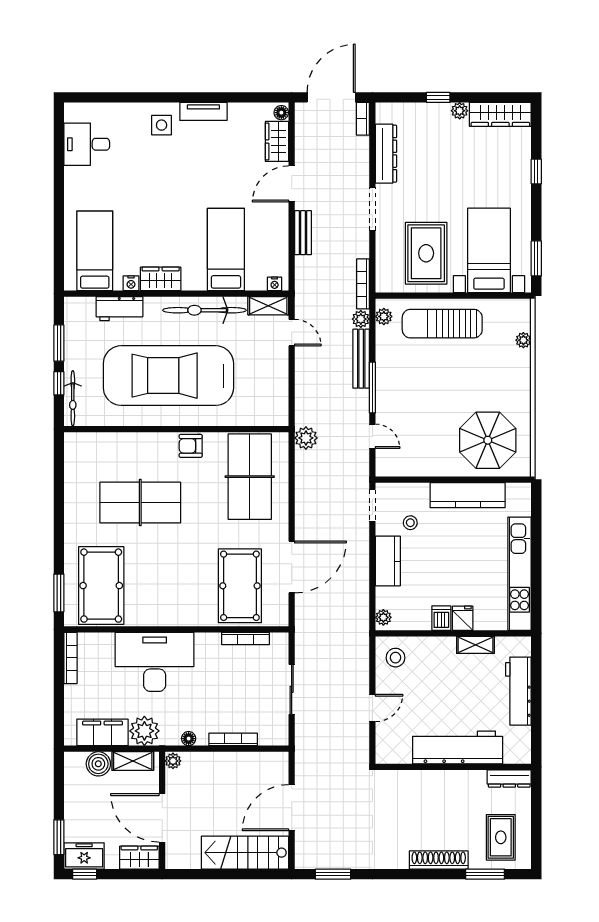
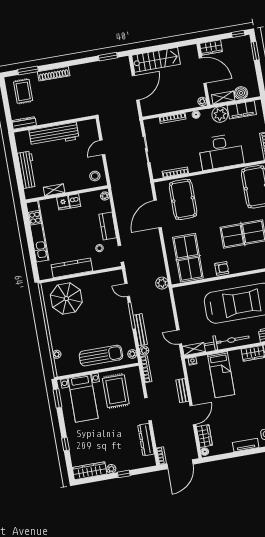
freezer: (84, 856) -> (240, 43), removed

